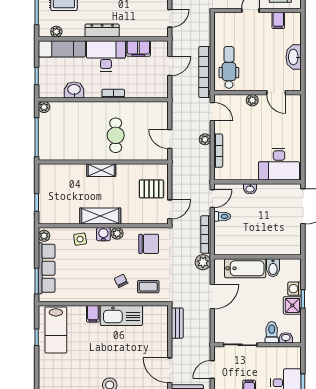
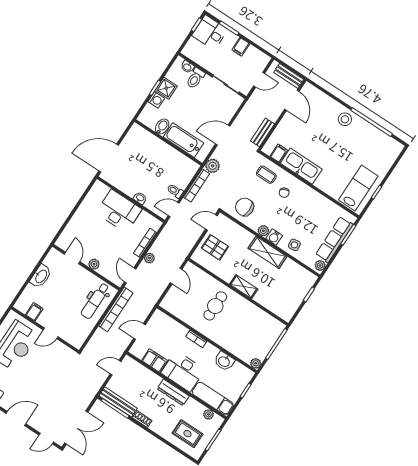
desk: (279, 164) -> (119, 211), moved
filing cabinet: (93, 314) -> (279, 153), moved

